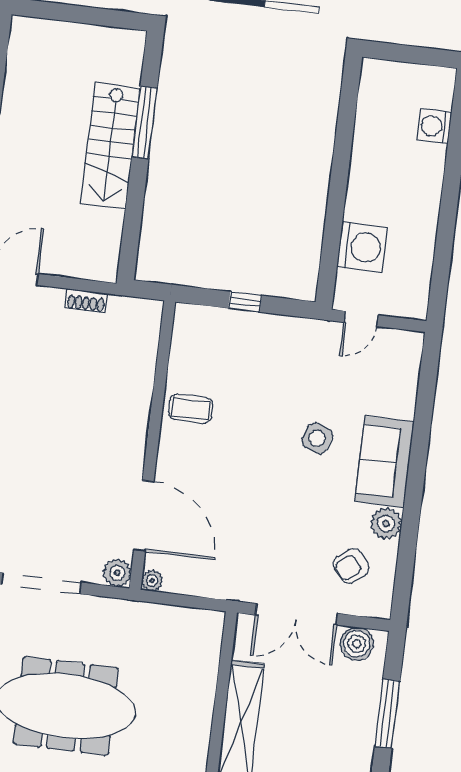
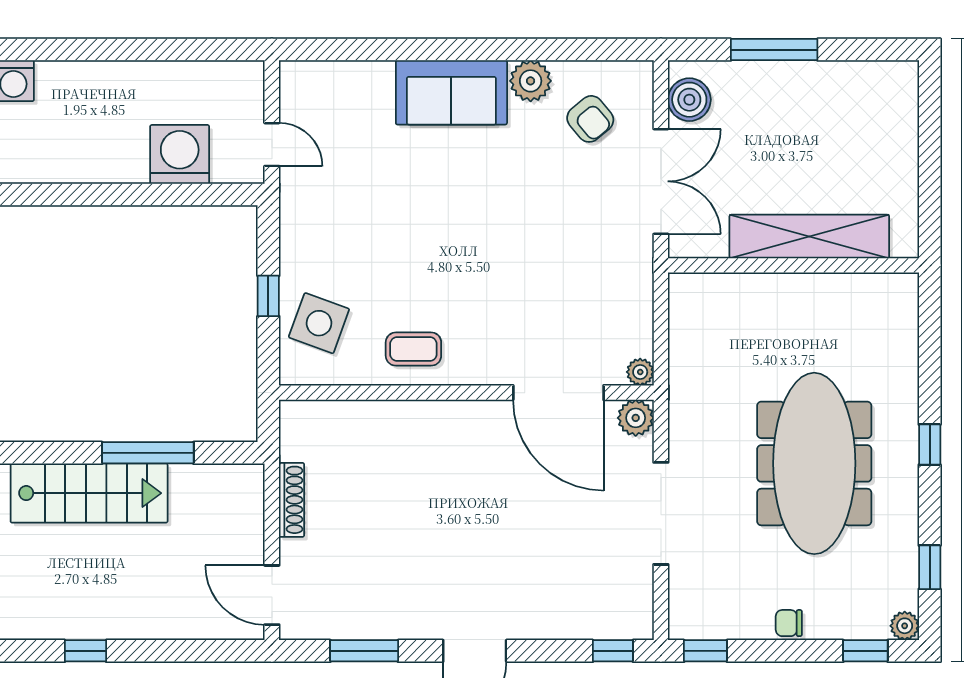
window: (144, 122) -> (148, 453), moved
shoe rack: (86, 301) -> (291, 500), width x1.43
coffee table: (191, 408) -> (413, 349), turned 90
side table: (317, 438) -> (319, 323), moved, width x1.37, depth x1.37
door: (144, 516) -> (558, 393), swing flipped

